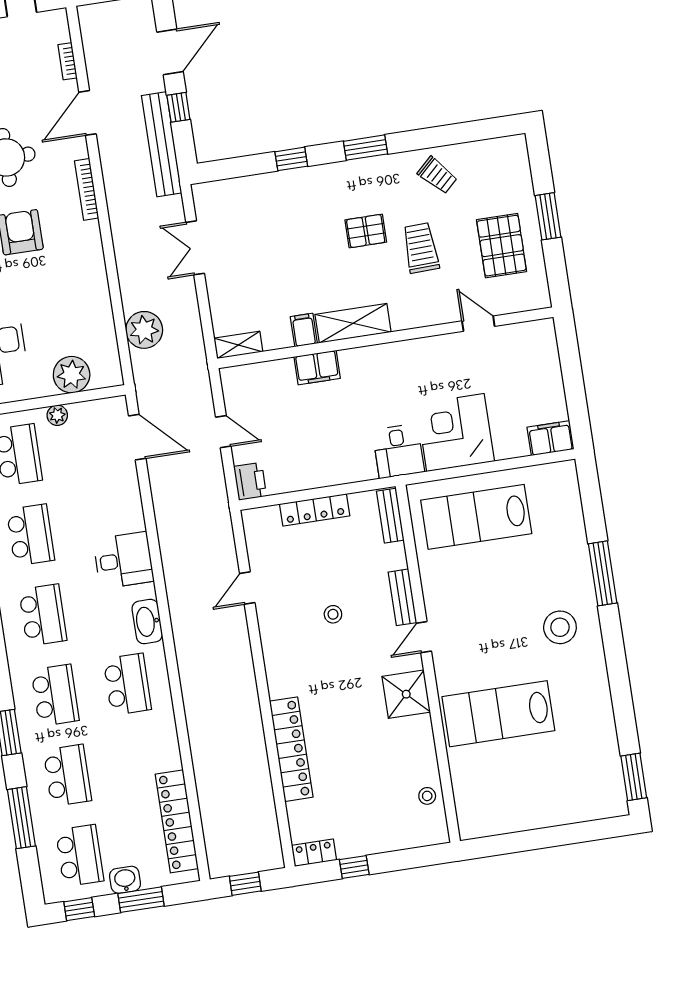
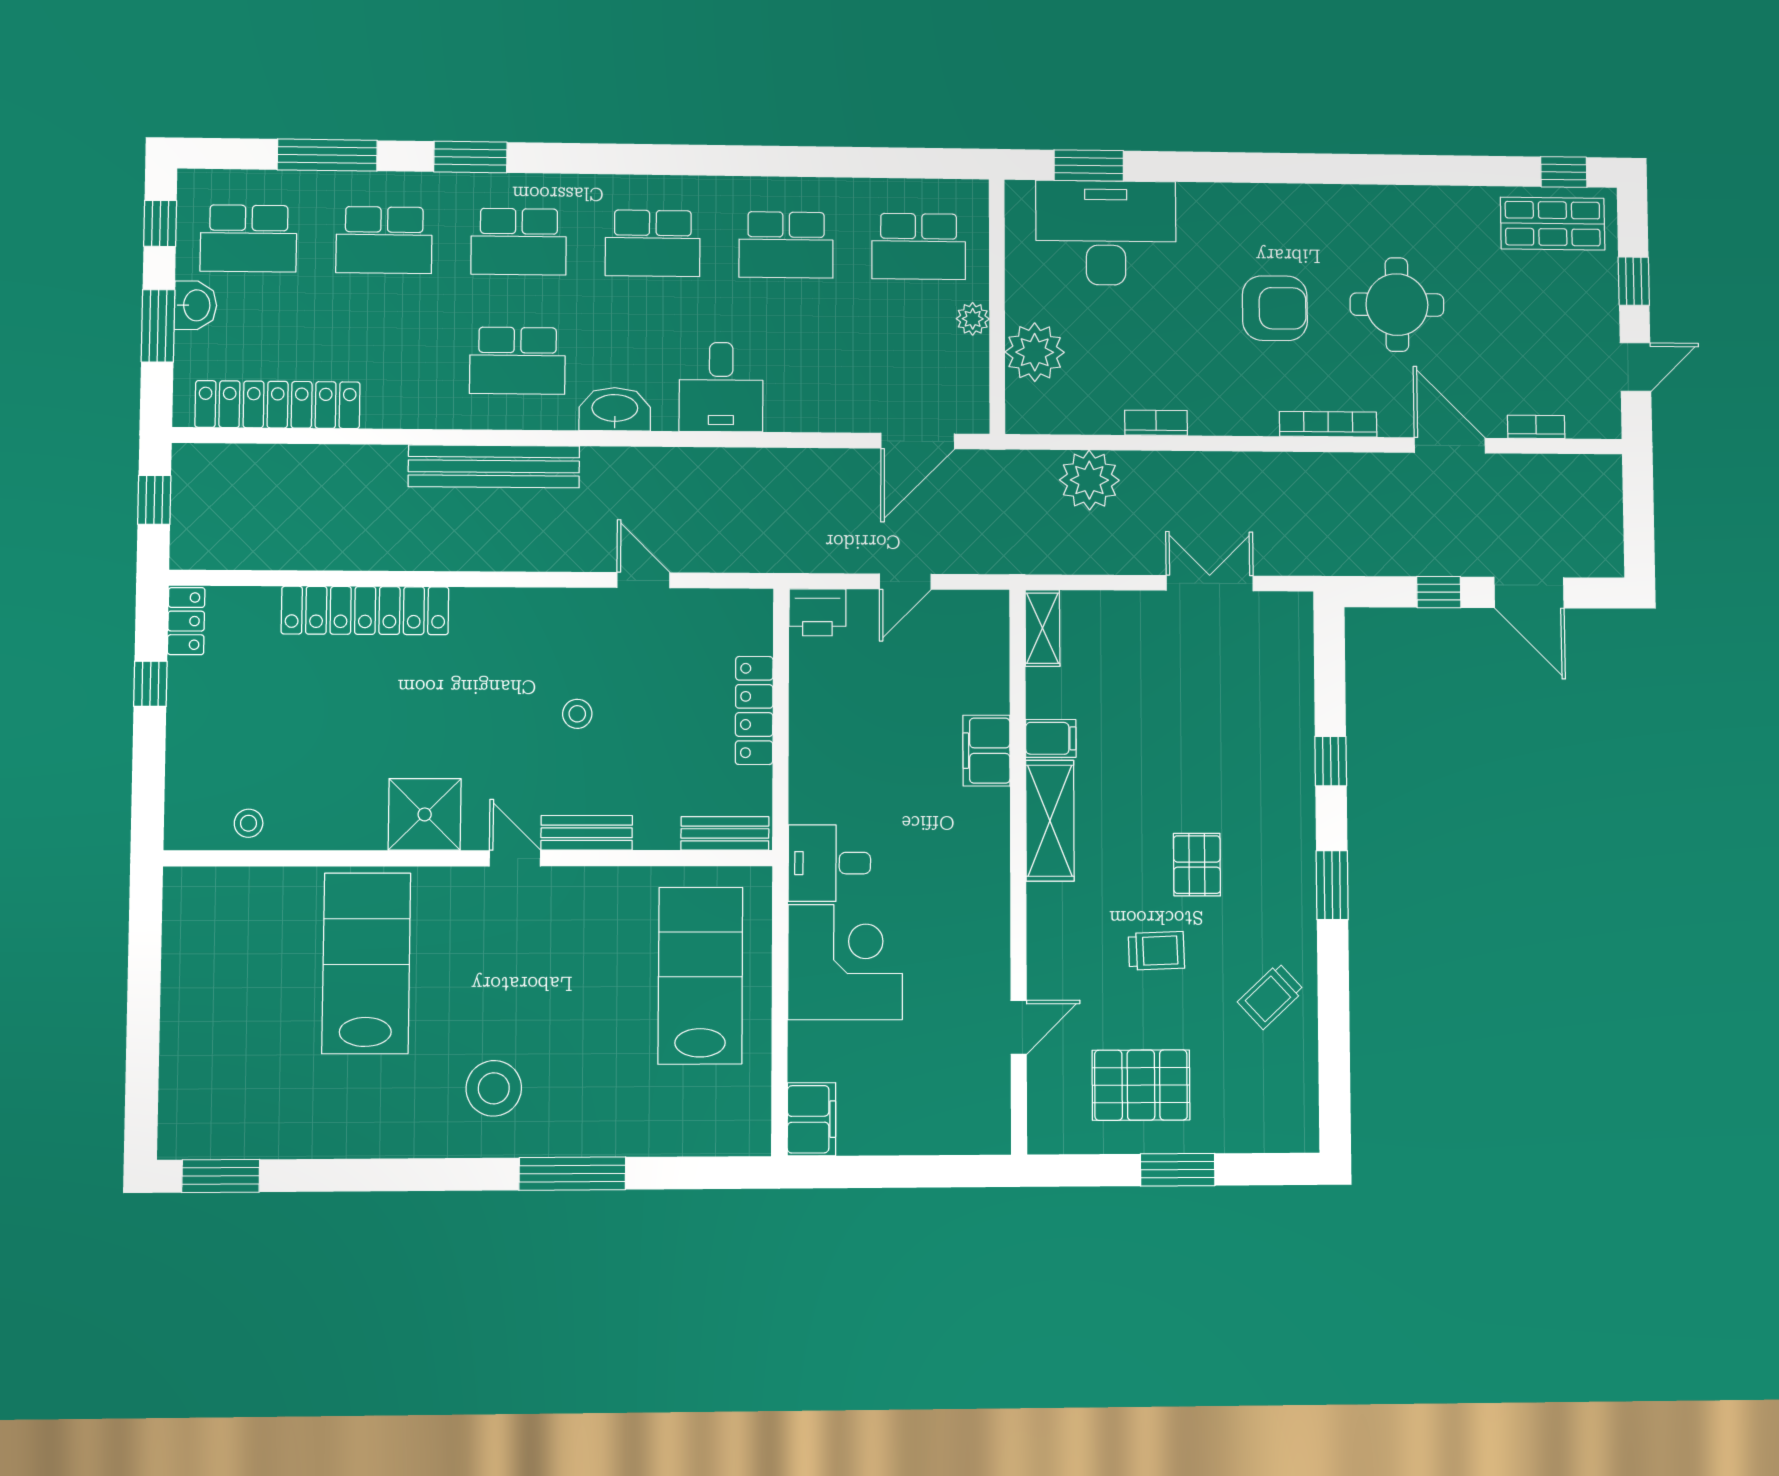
bench: (162, 144) -> (494, 466), moved
trolley: (421, 248) -> (1156, 951), width x0.73, depth x0.72
bookcase: (103, 295) -> (1156, 423), added

